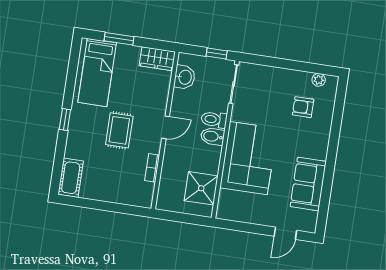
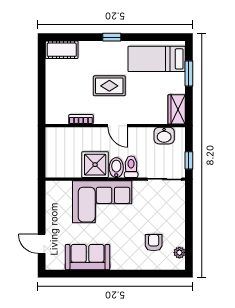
shower: (201, 188) -> (95, 165), moved

